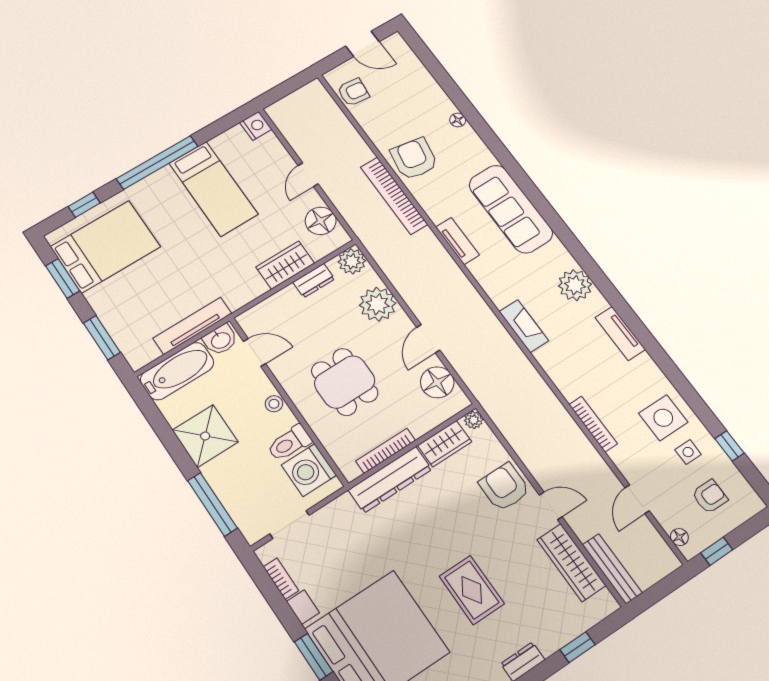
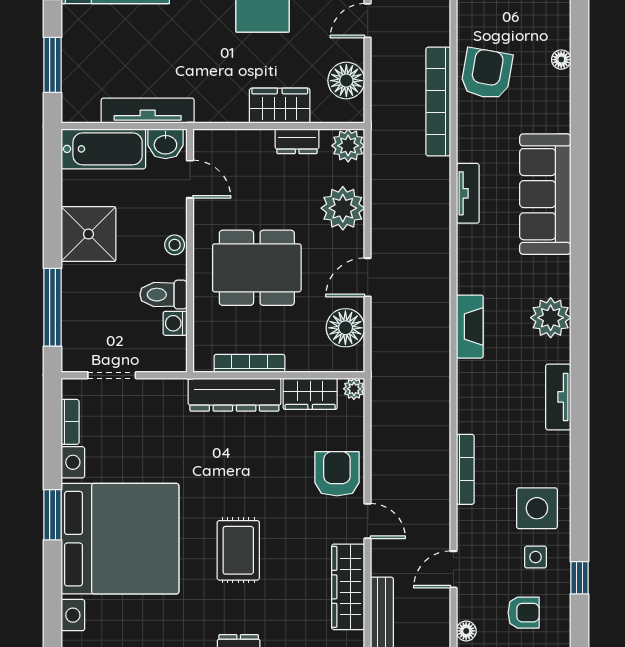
dining table: (345, 382) -> (257, 268), width x1.38
washing machine: (309, 470) -> (175, 323), width x0.53, depth x0.53

